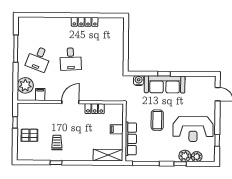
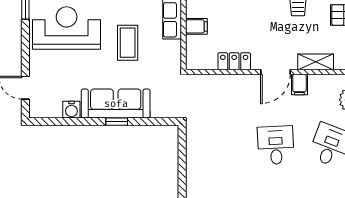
water cooler: (139, 81) -> (71, 110), moved
filing cabinet: (40, 95) -> (299, 84), moved
shelving: (47, 108) -> (316, 62), added

